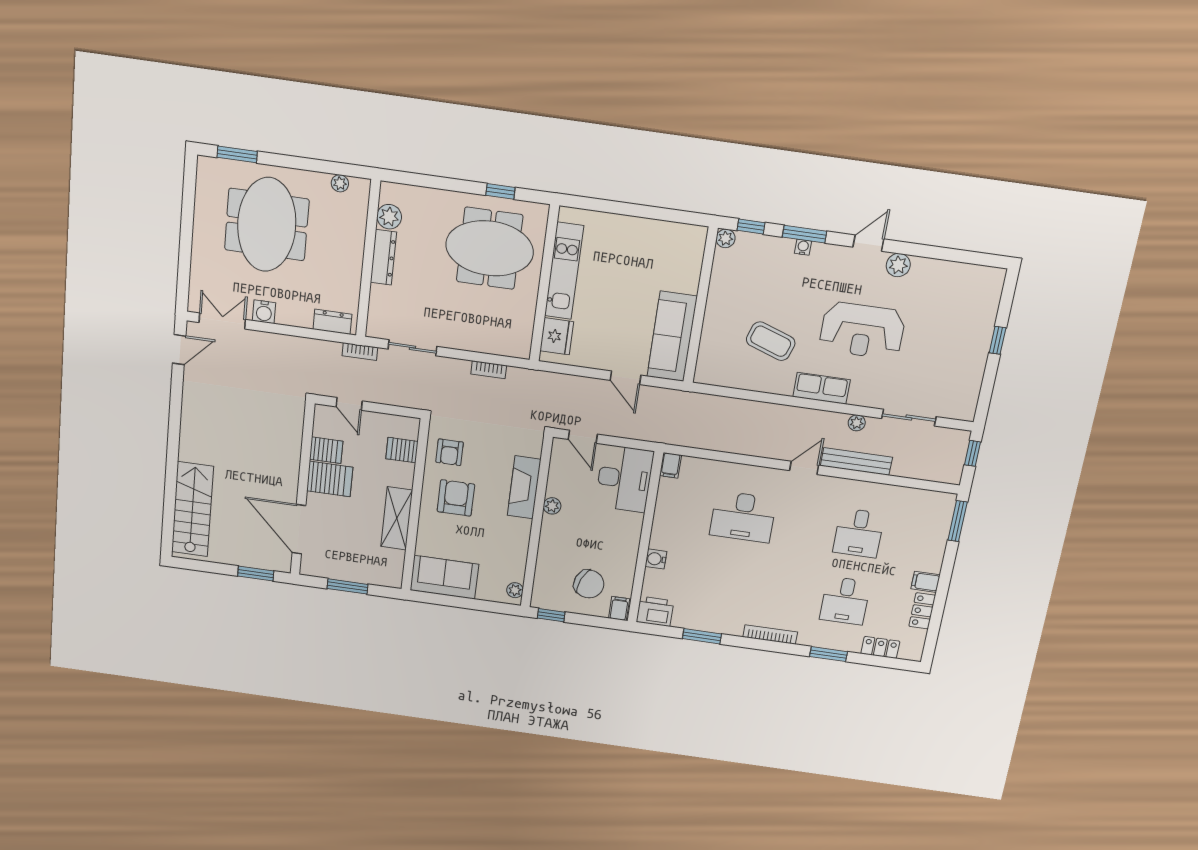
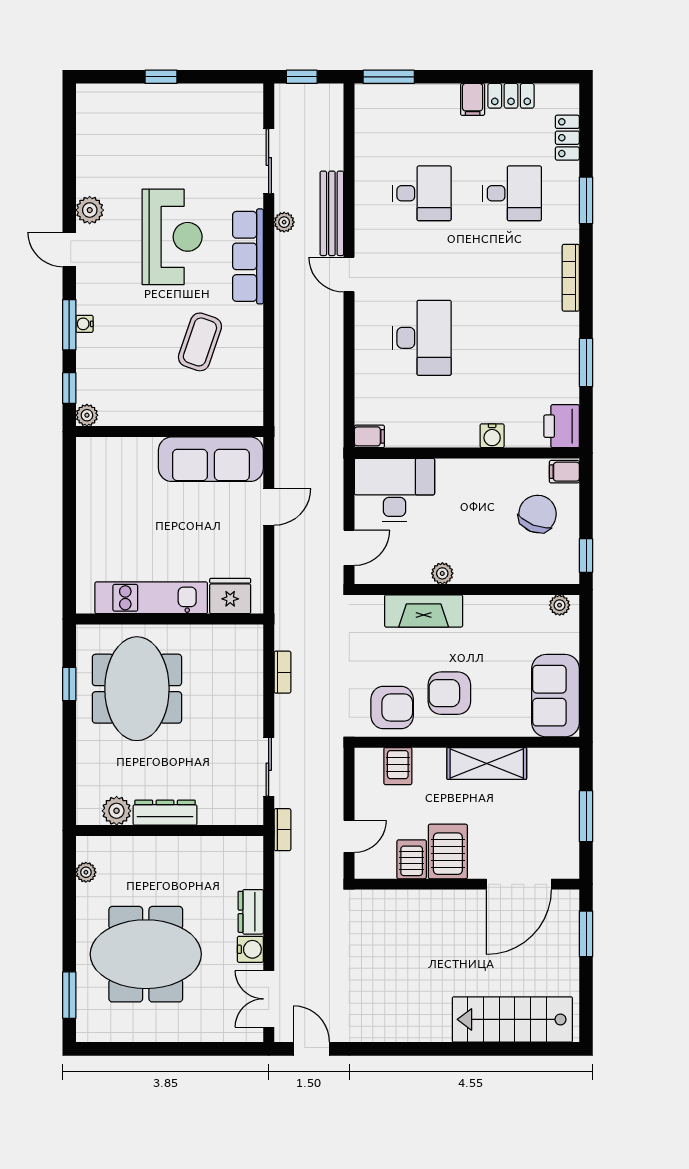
dresser: (332, 322) -> (251, 912), moved
row of seats: (822, 388) -> (248, 256), width x1.48
armchair: (450, 452) -> (392, 708), width x1.38, depth x1.38

